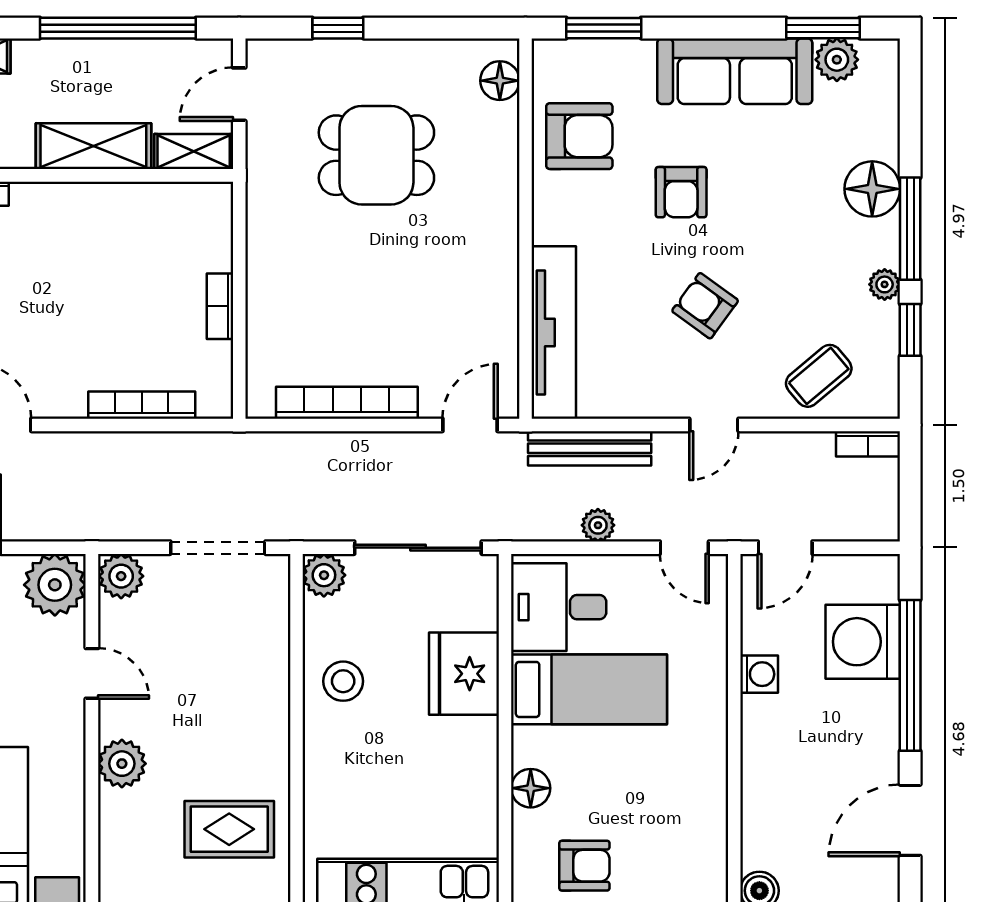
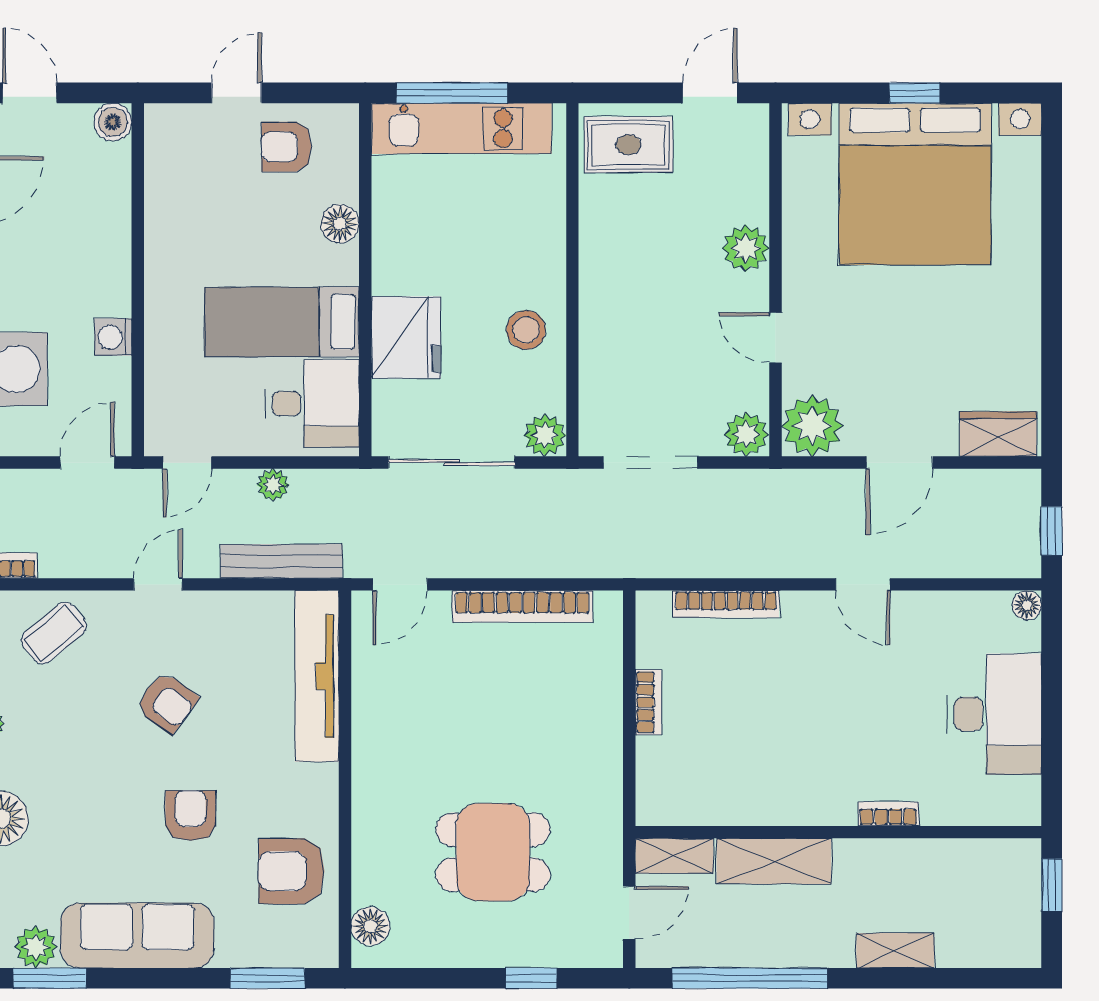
door: (684, 548) -> (187, 463), swing flipped
rug: (229, 829) -> (629, 145), moved

